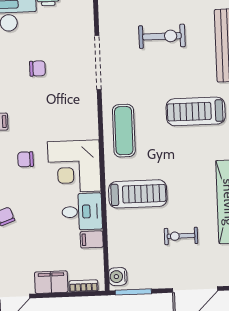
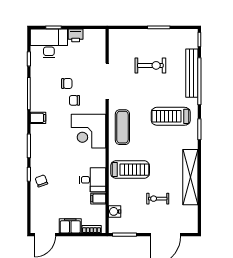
chair: (26, 159) -> (74, 100), moved
corner desk: (74, 166) -> (89, 131), moved
water cooler: (118, 277) -> (115, 211), moved

